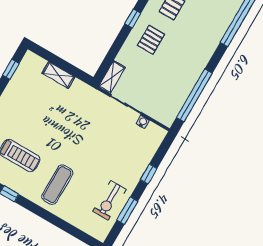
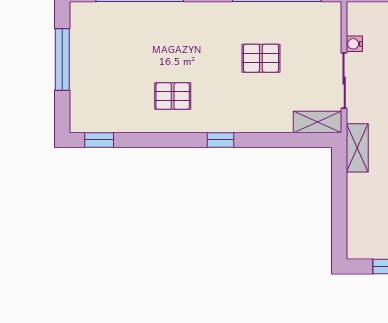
pallet: (151, 40) -> (261, 58), moved
shelving: (58, 75) -> (357, 148), moved

